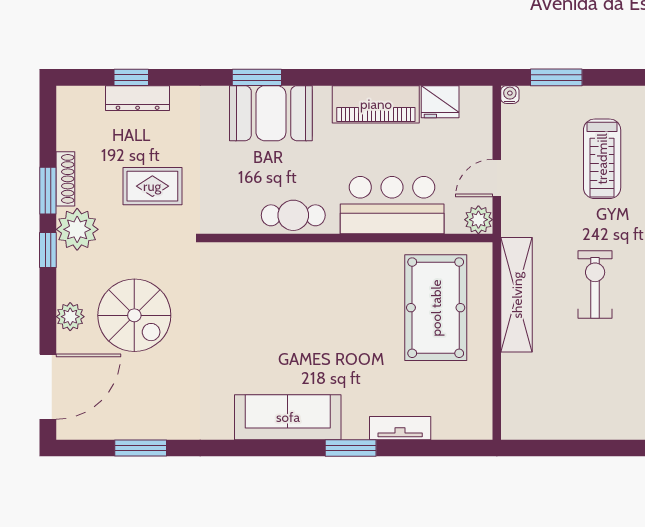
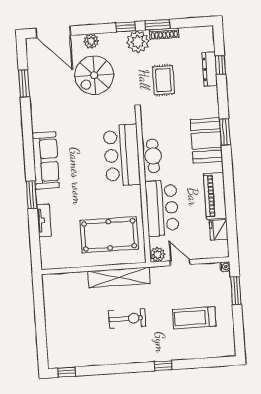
bar counter: (288, 274) -> (122, 155), added

